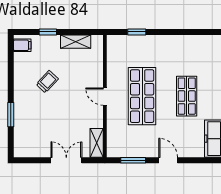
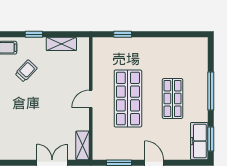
trolley: (47, 82) -> (26, 71), moved
door: (105, 97) -> (91, 99), hinge flipped

